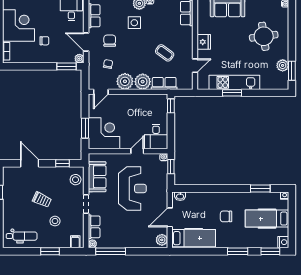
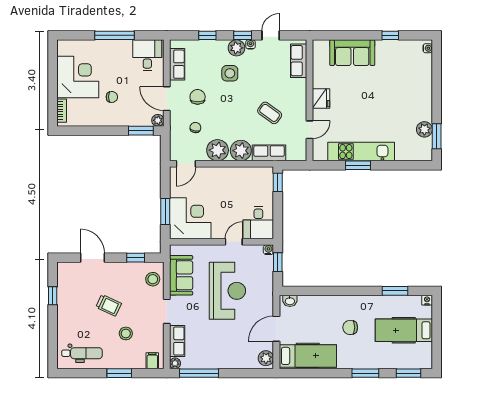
round table: (264, 36) -> (400, 91), removed
nightstand: (283, 242) -> (425, 361), removed

